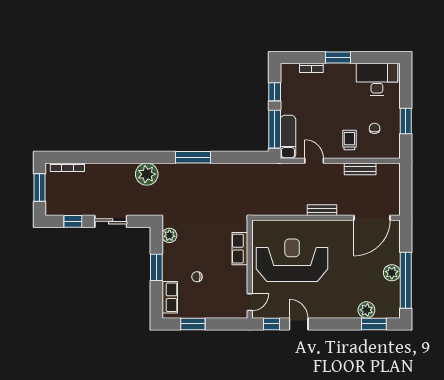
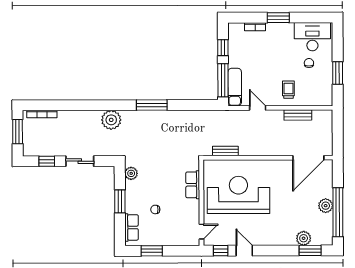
chair: (375, 128) -> (309, 63), moved
bench: (322, 210) -> (225, 151), moved

